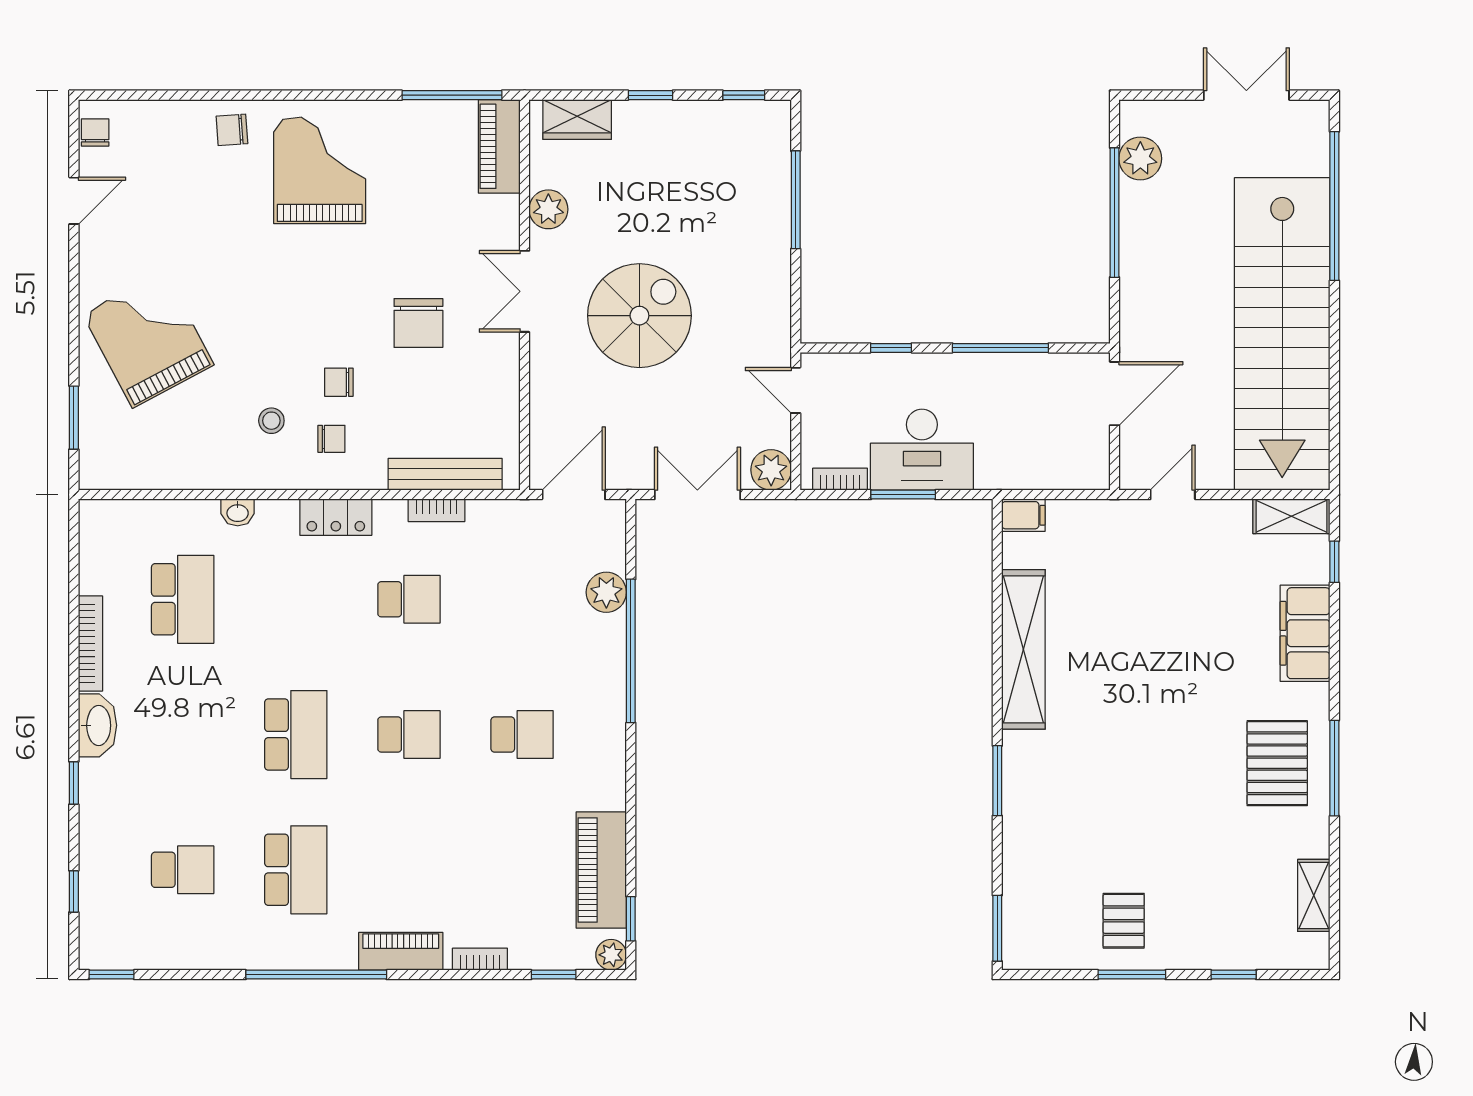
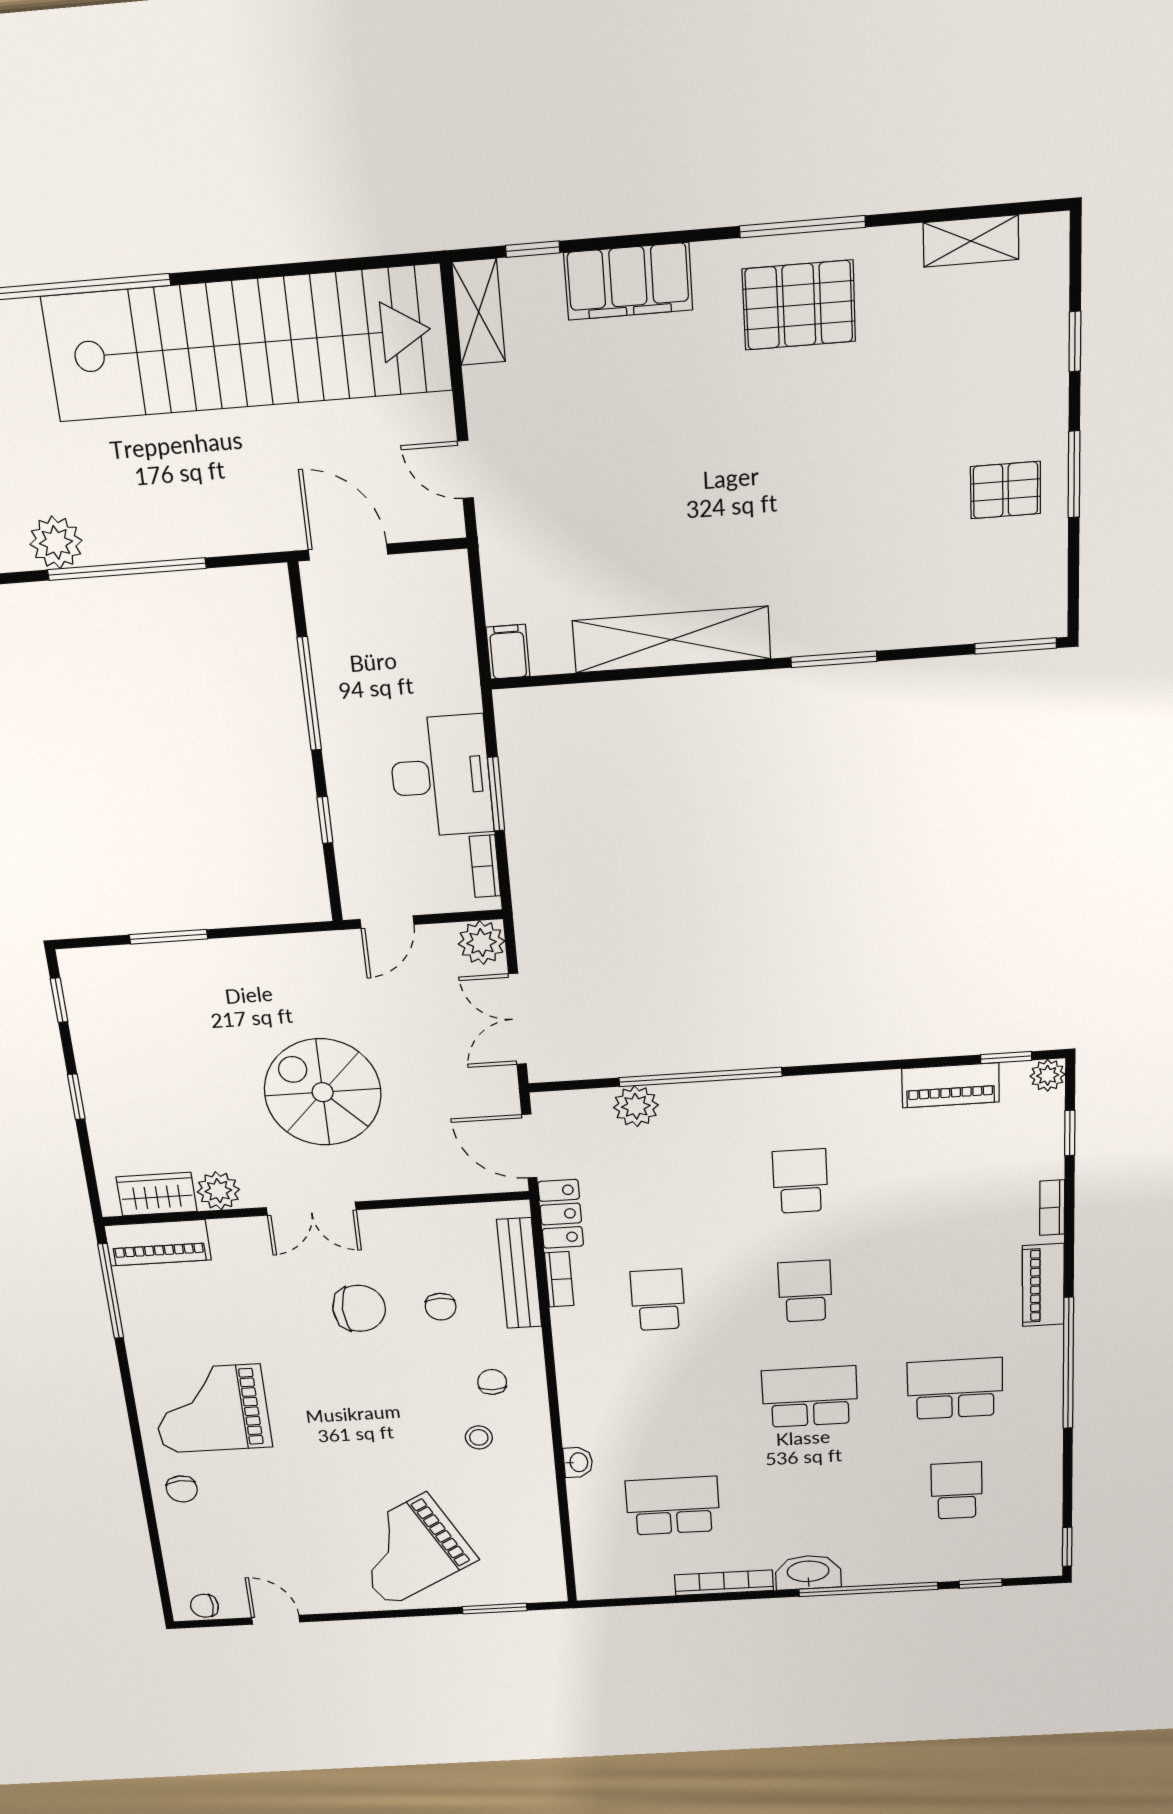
wardrobe: (577, 119) -> (157, 1194), moved, turned -90
window: (796, 200) -> (168, 937), width x0.69
chair: (339, 382) -> (441, 1307), moved
locker: (336, 517) -> (561, 1214), moved
window: (74, 783) -> (868, 1589), width x3.17
piano: (601, 870) -> (951, 1085), width x0.73, depth x0.75

